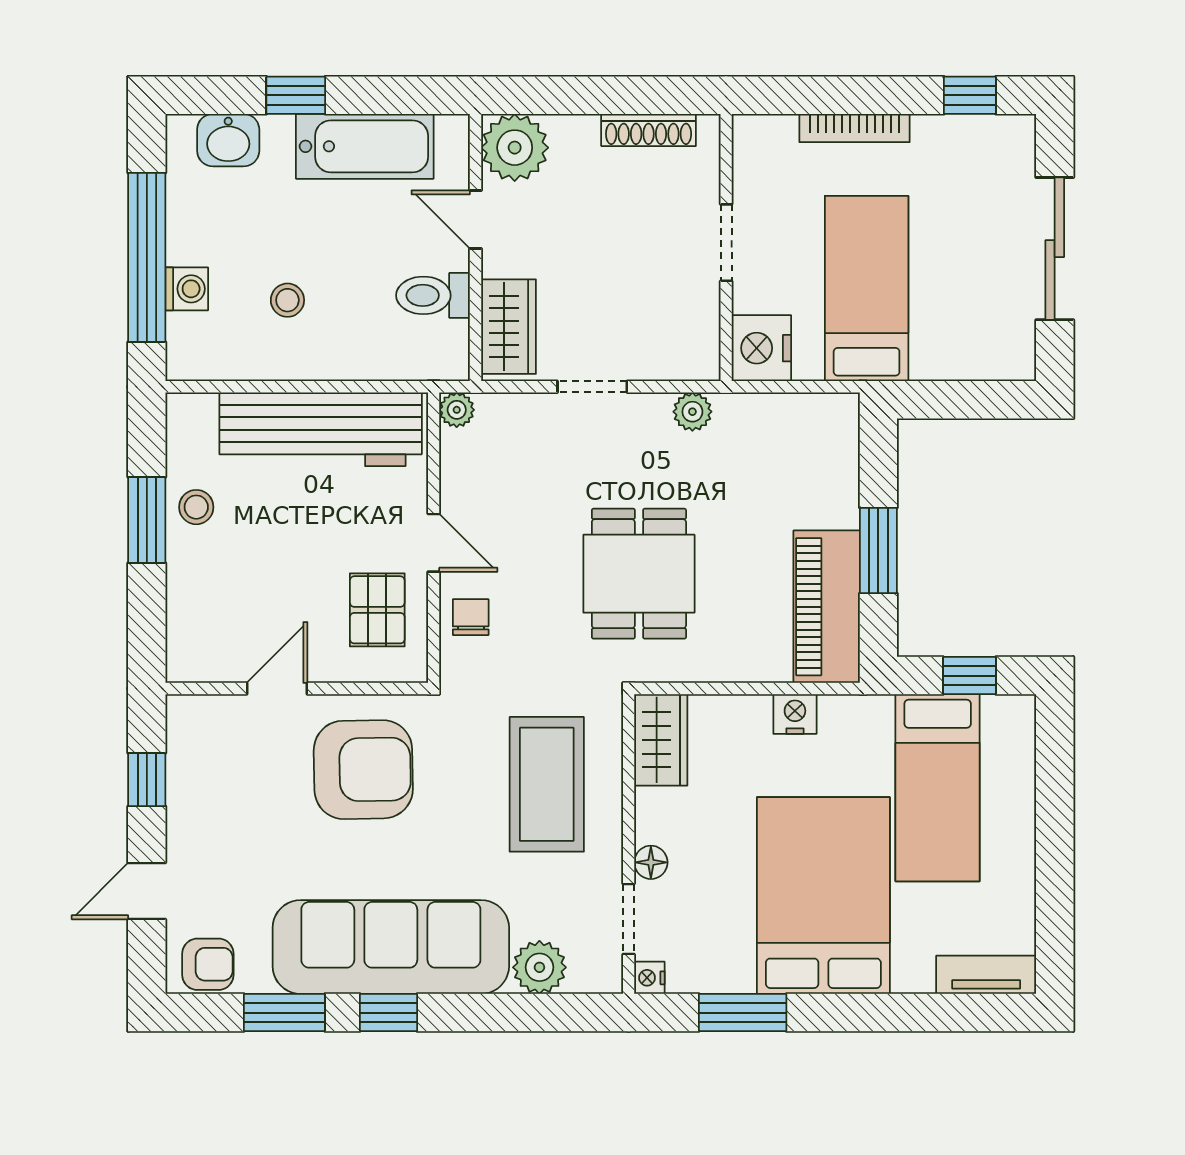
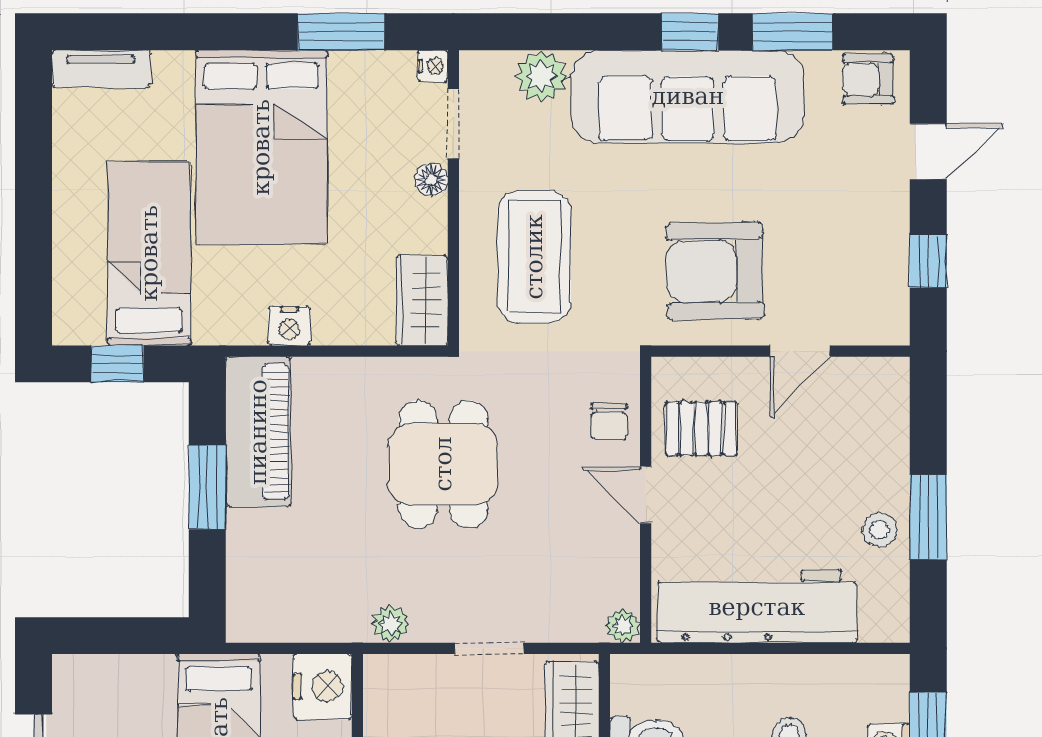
pallet: (377, 610) -> (701, 429), turned 90

